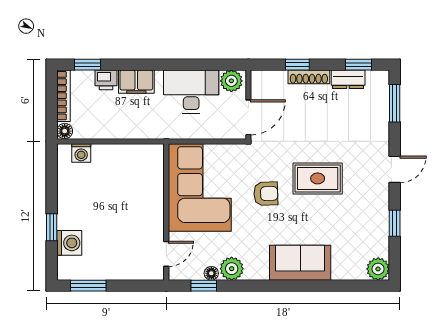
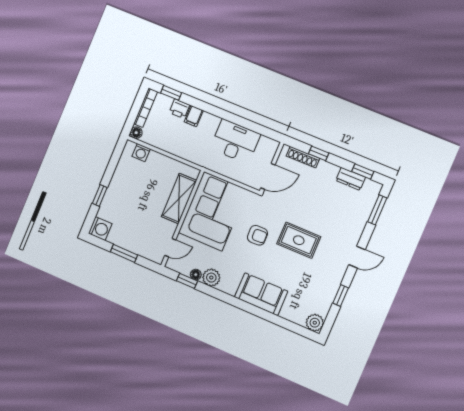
shoe rack: (309, 77) -> (303, 157), moved
plant: (231, 81) -> (267, 146), removed
filing cabinet: (136, 82) -> (194, 116), width x0.50
shelving: (152, 189) -> (179, 198), added
washing machine: (69, 243) -> (100, 229), moved
window: (88, 286) -> (124, 253), moved

